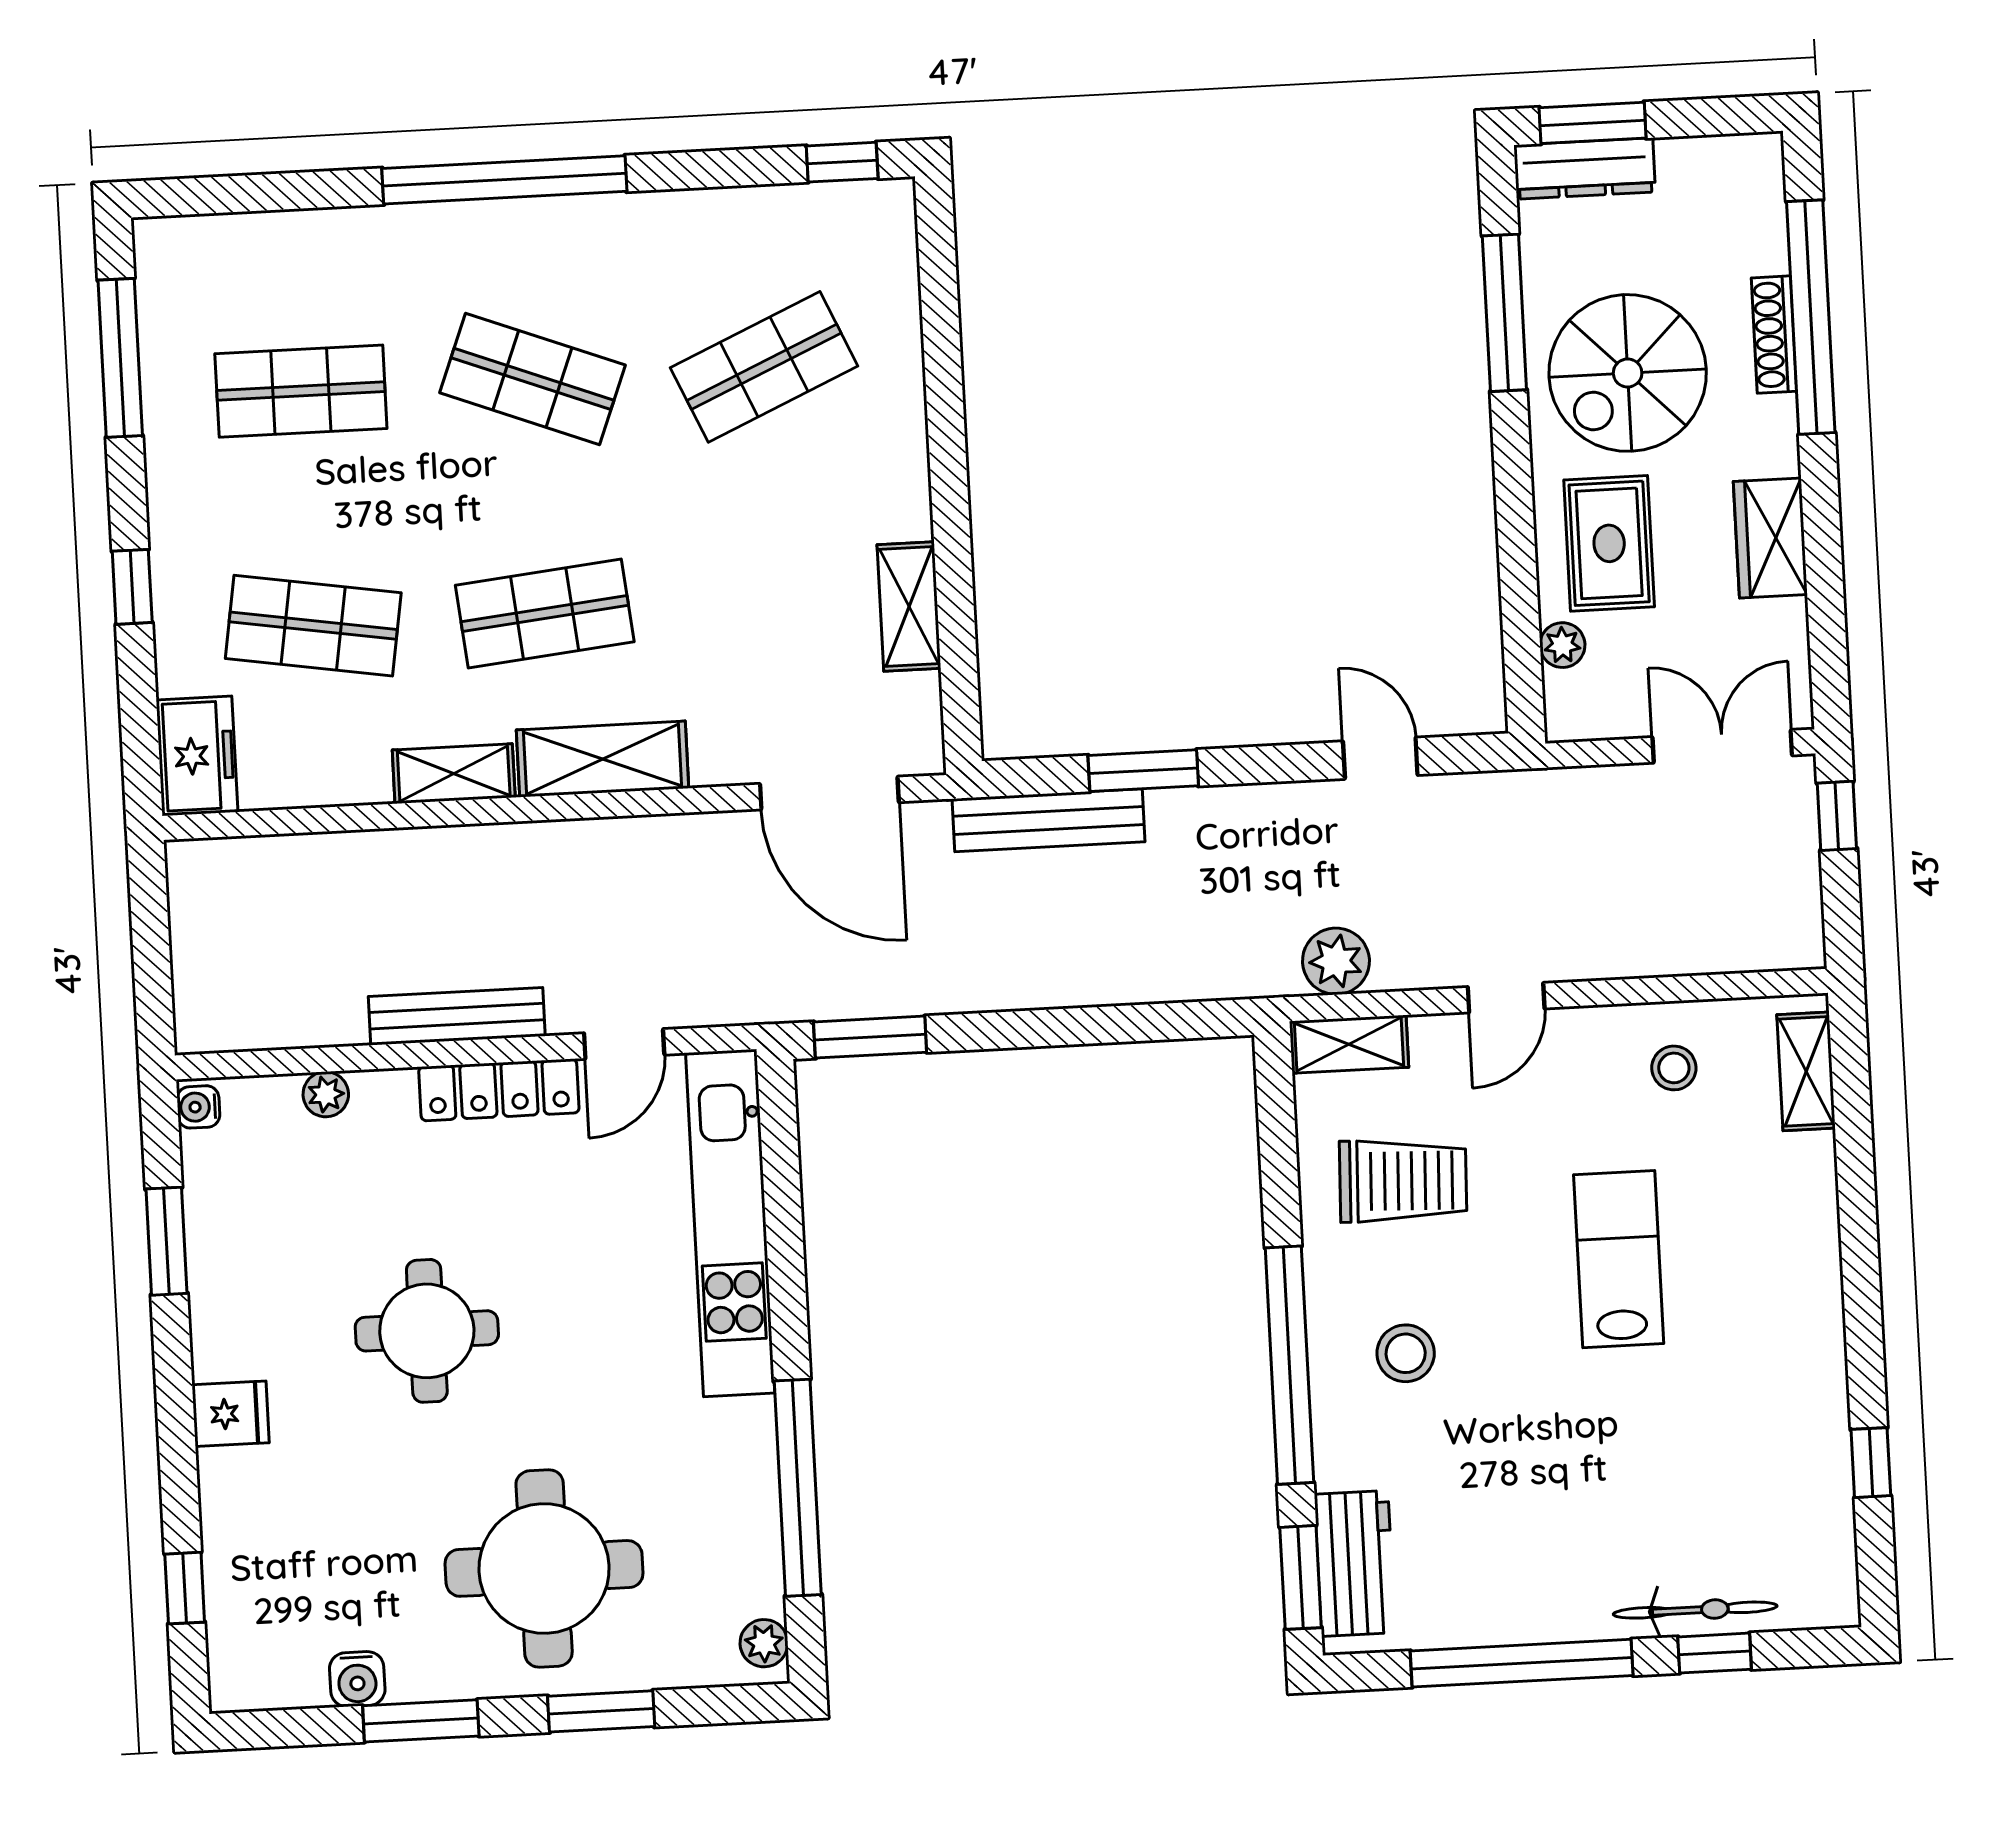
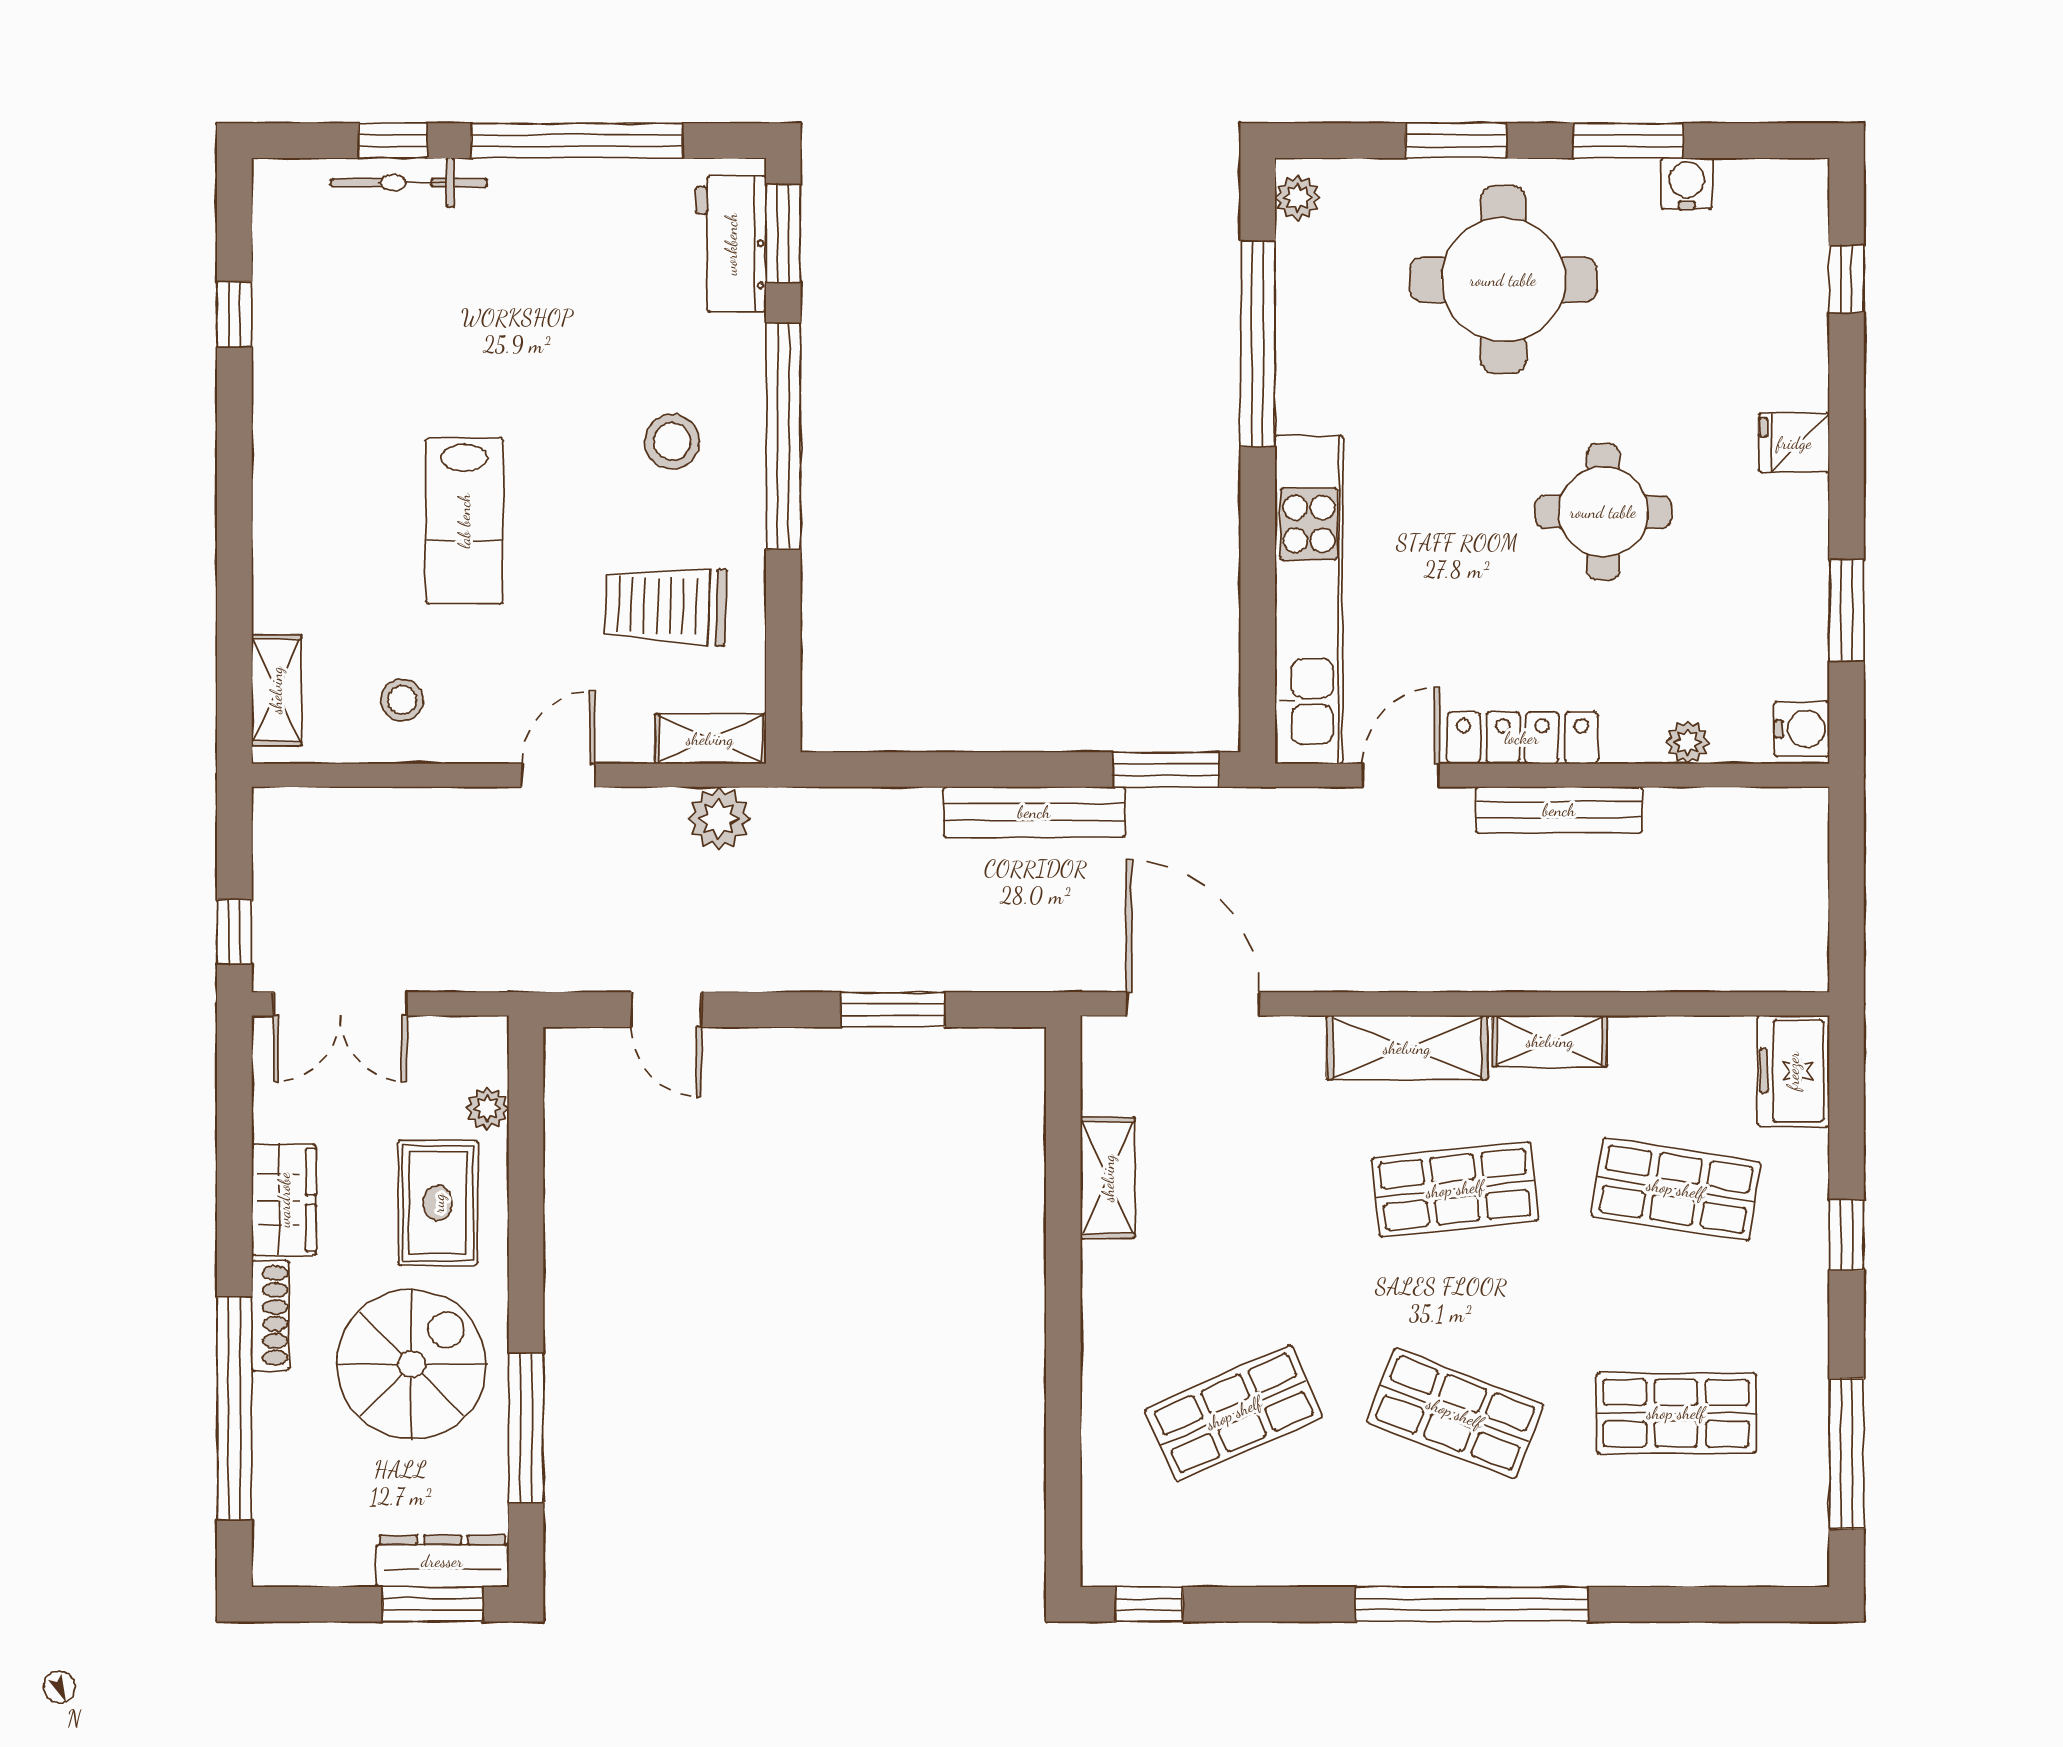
shoe rack: (1774, 335) -> (270, 1315), moved
bench: (1049, 820) -> (1034, 812), moved
water cooler: (198, 1107) -> (1802, 729), width x1.38, depth x1.38

